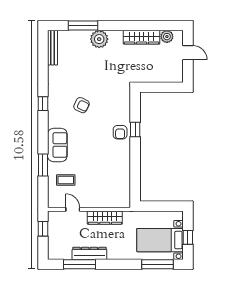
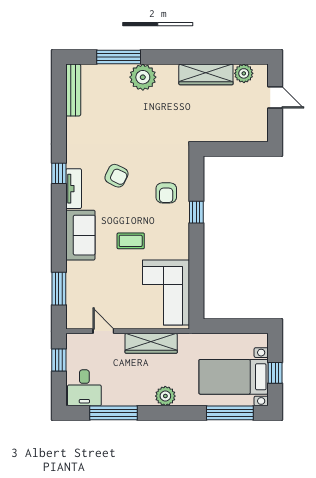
tv unit: (53, 114) -> (74, 189), added
armchair: (120, 132) -> (166, 193), moved
window: (43, 165) -> (59, 289), moved
coffee table: (66, 180) -> (131, 241), moved
corner sofa: (115, 184) -> (166, 293), added
desk: (60, 247) -> (84, 388), added
dresser: (89, 253) -> (128, 397), removed
plant: (114, 253) -> (165, 396), added

